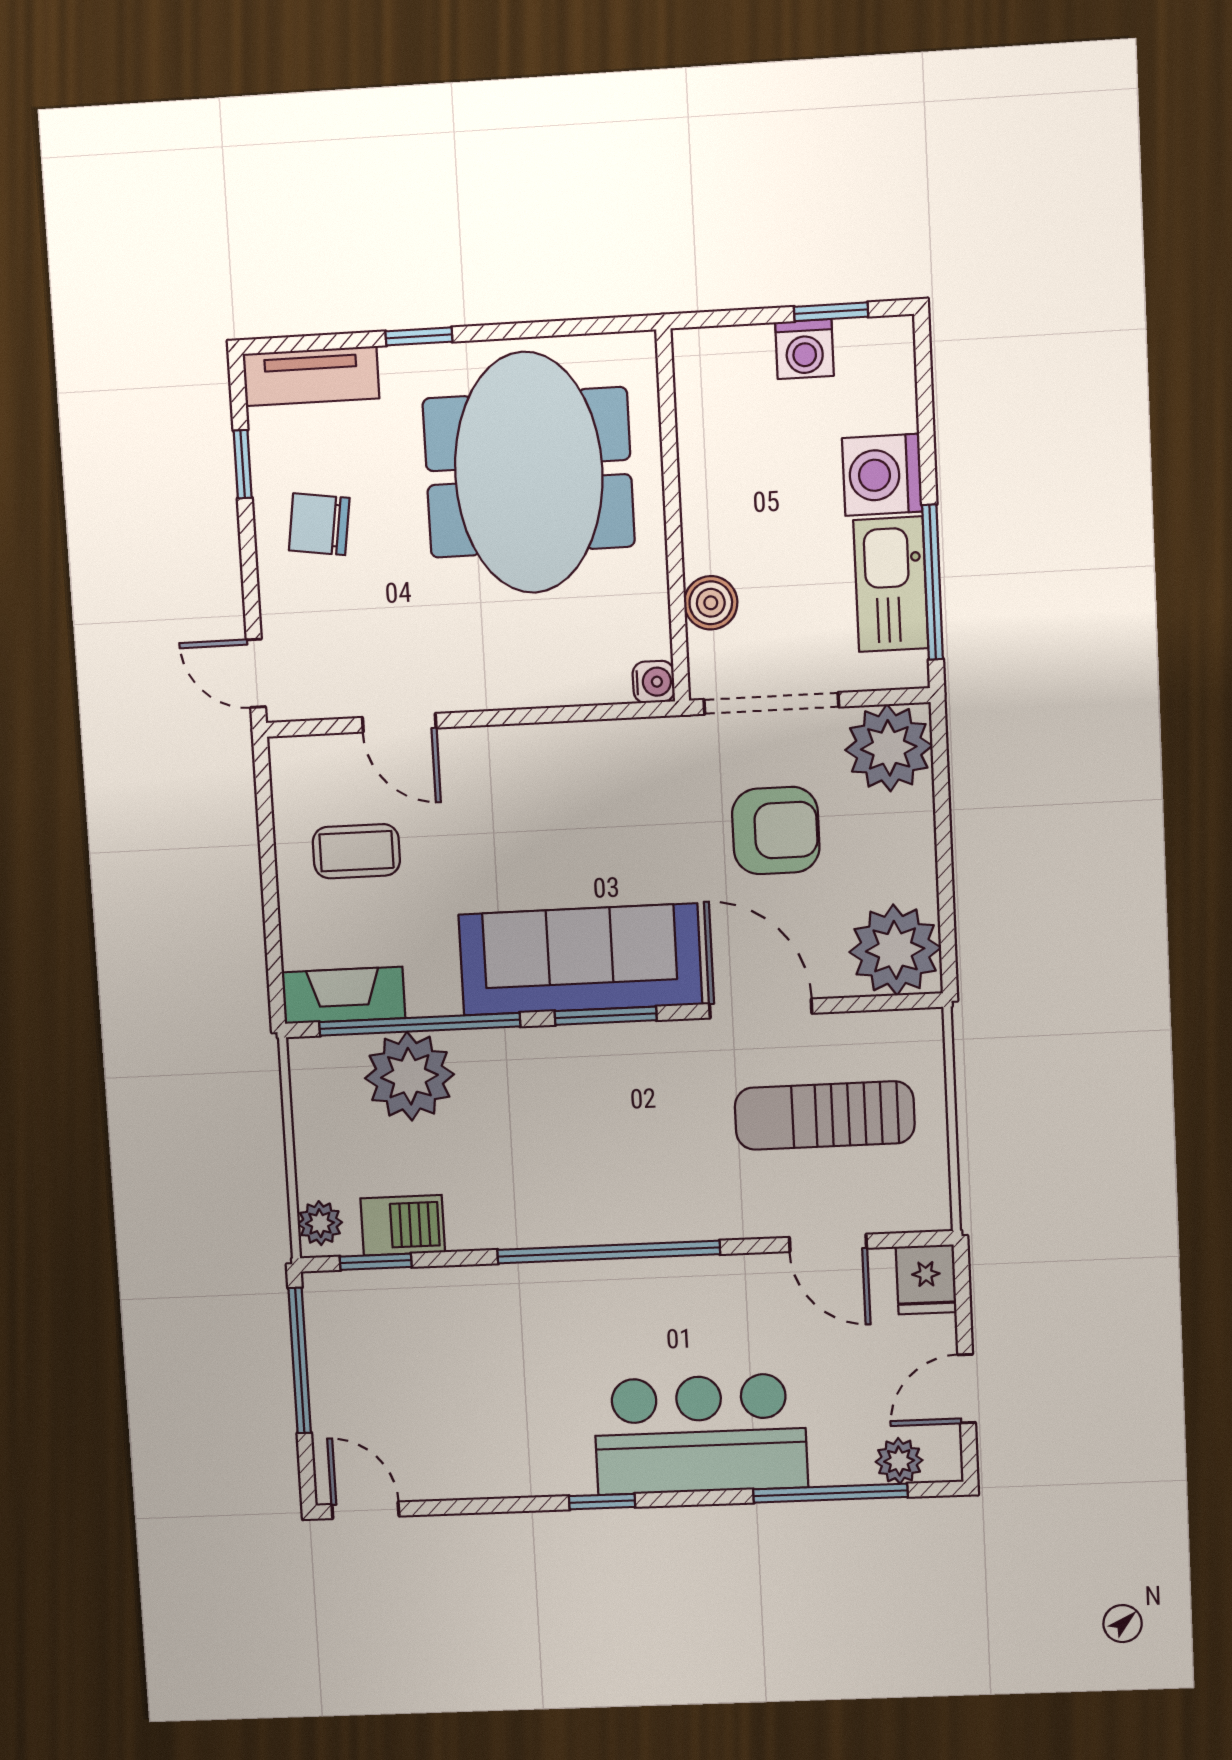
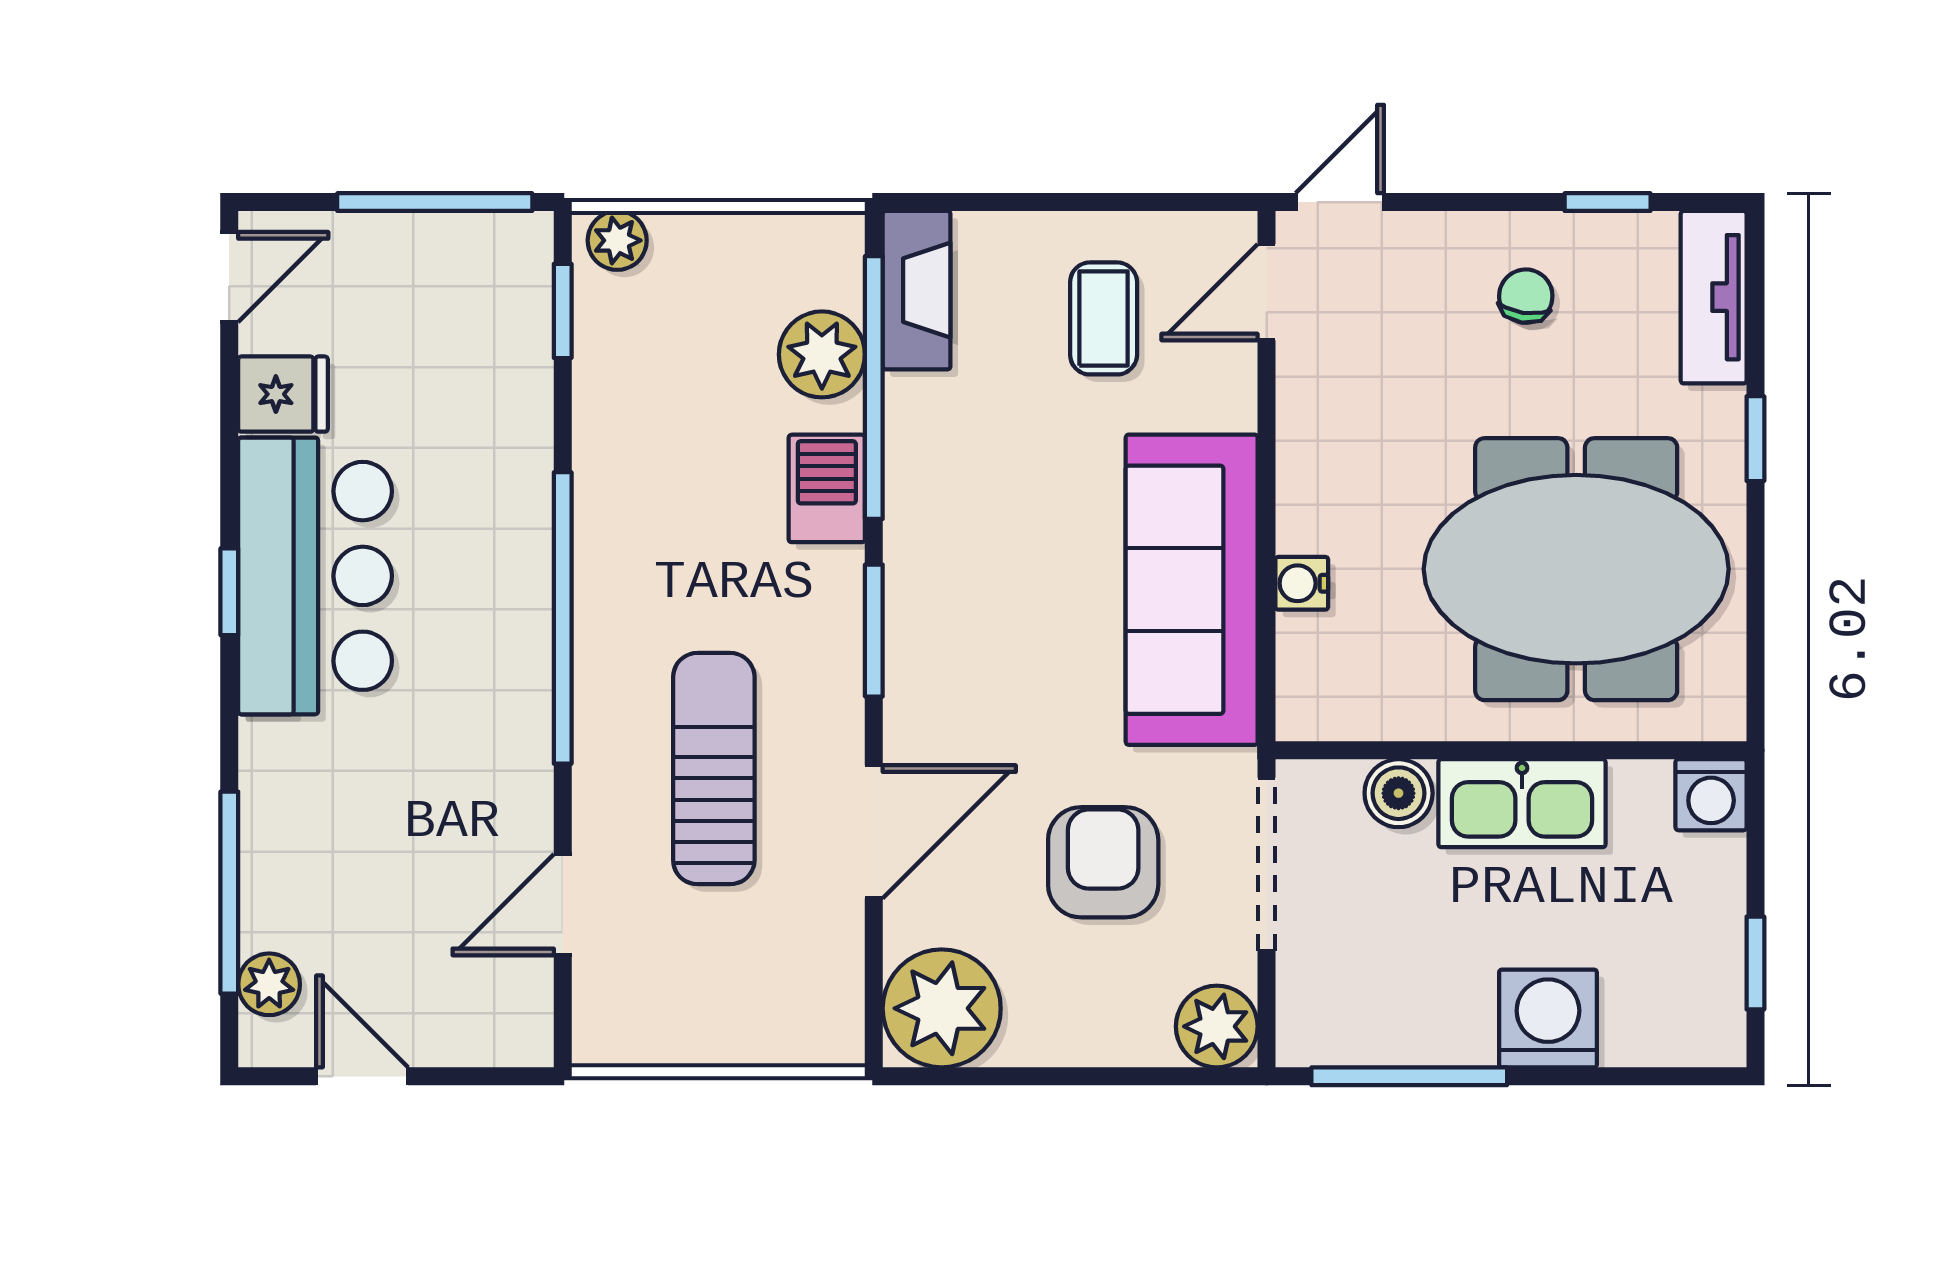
washing machine: (804, 349) -> (1711, 795), moved, turned -90
chair: (319, 524) -> (1526, 296), width x0.73, depth x0.73
kitchen sink: (891, 584) -> (1522, 803), moved, turned 180
water cooler: (654, 682) -> (1302, 583), moved, turned 90
door: (399, 723) -> (1267, 292), moved
plant: (889, 748) -> (1217, 1026), width x0.73, depth x0.73
armchair: (776, 831) -> (1103, 862), turned 180
sofa: (580, 959) -> (1192, 590), moved, turned 180
plant: (409, 1076) -> (822, 354), width x0.73, depth x0.73
sun lounger: (825, 1115) -> (714, 769), moved
barbecue: (403, 1225) -> (827, 488), moved, turned 180
fridge: (926, 1279) -> (283, 394), moved, turned 180
bar counter: (700, 1434) -> (315, 576), moved

